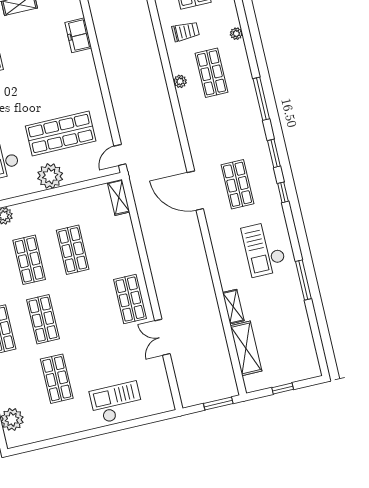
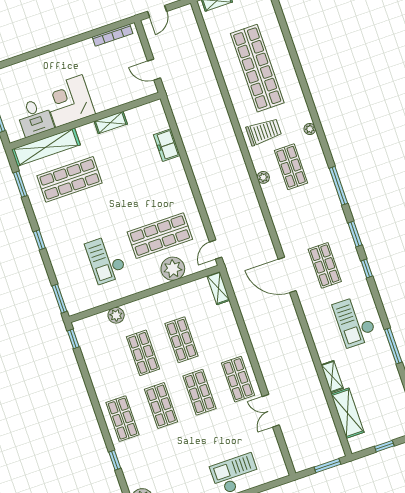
trolley: (186, 31) -> (264, 132), width x1.36, depth x1.39
plant: (50, 176) -> (173, 269), moved
shop shelf: (57, 379) -> (199, 392), moved

